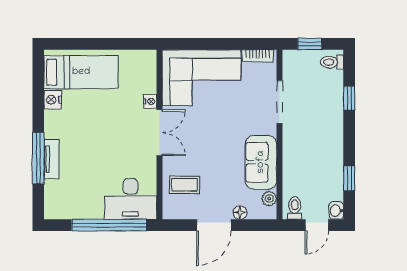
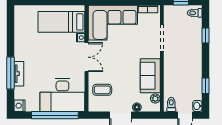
bed: (81, 72) -> (61, 22), moved, turned 180
nightstand: (53, 100) -> (20, 106), moved
desk: (131, 199) -> (62, 95), width x1.36, depth x1.30

